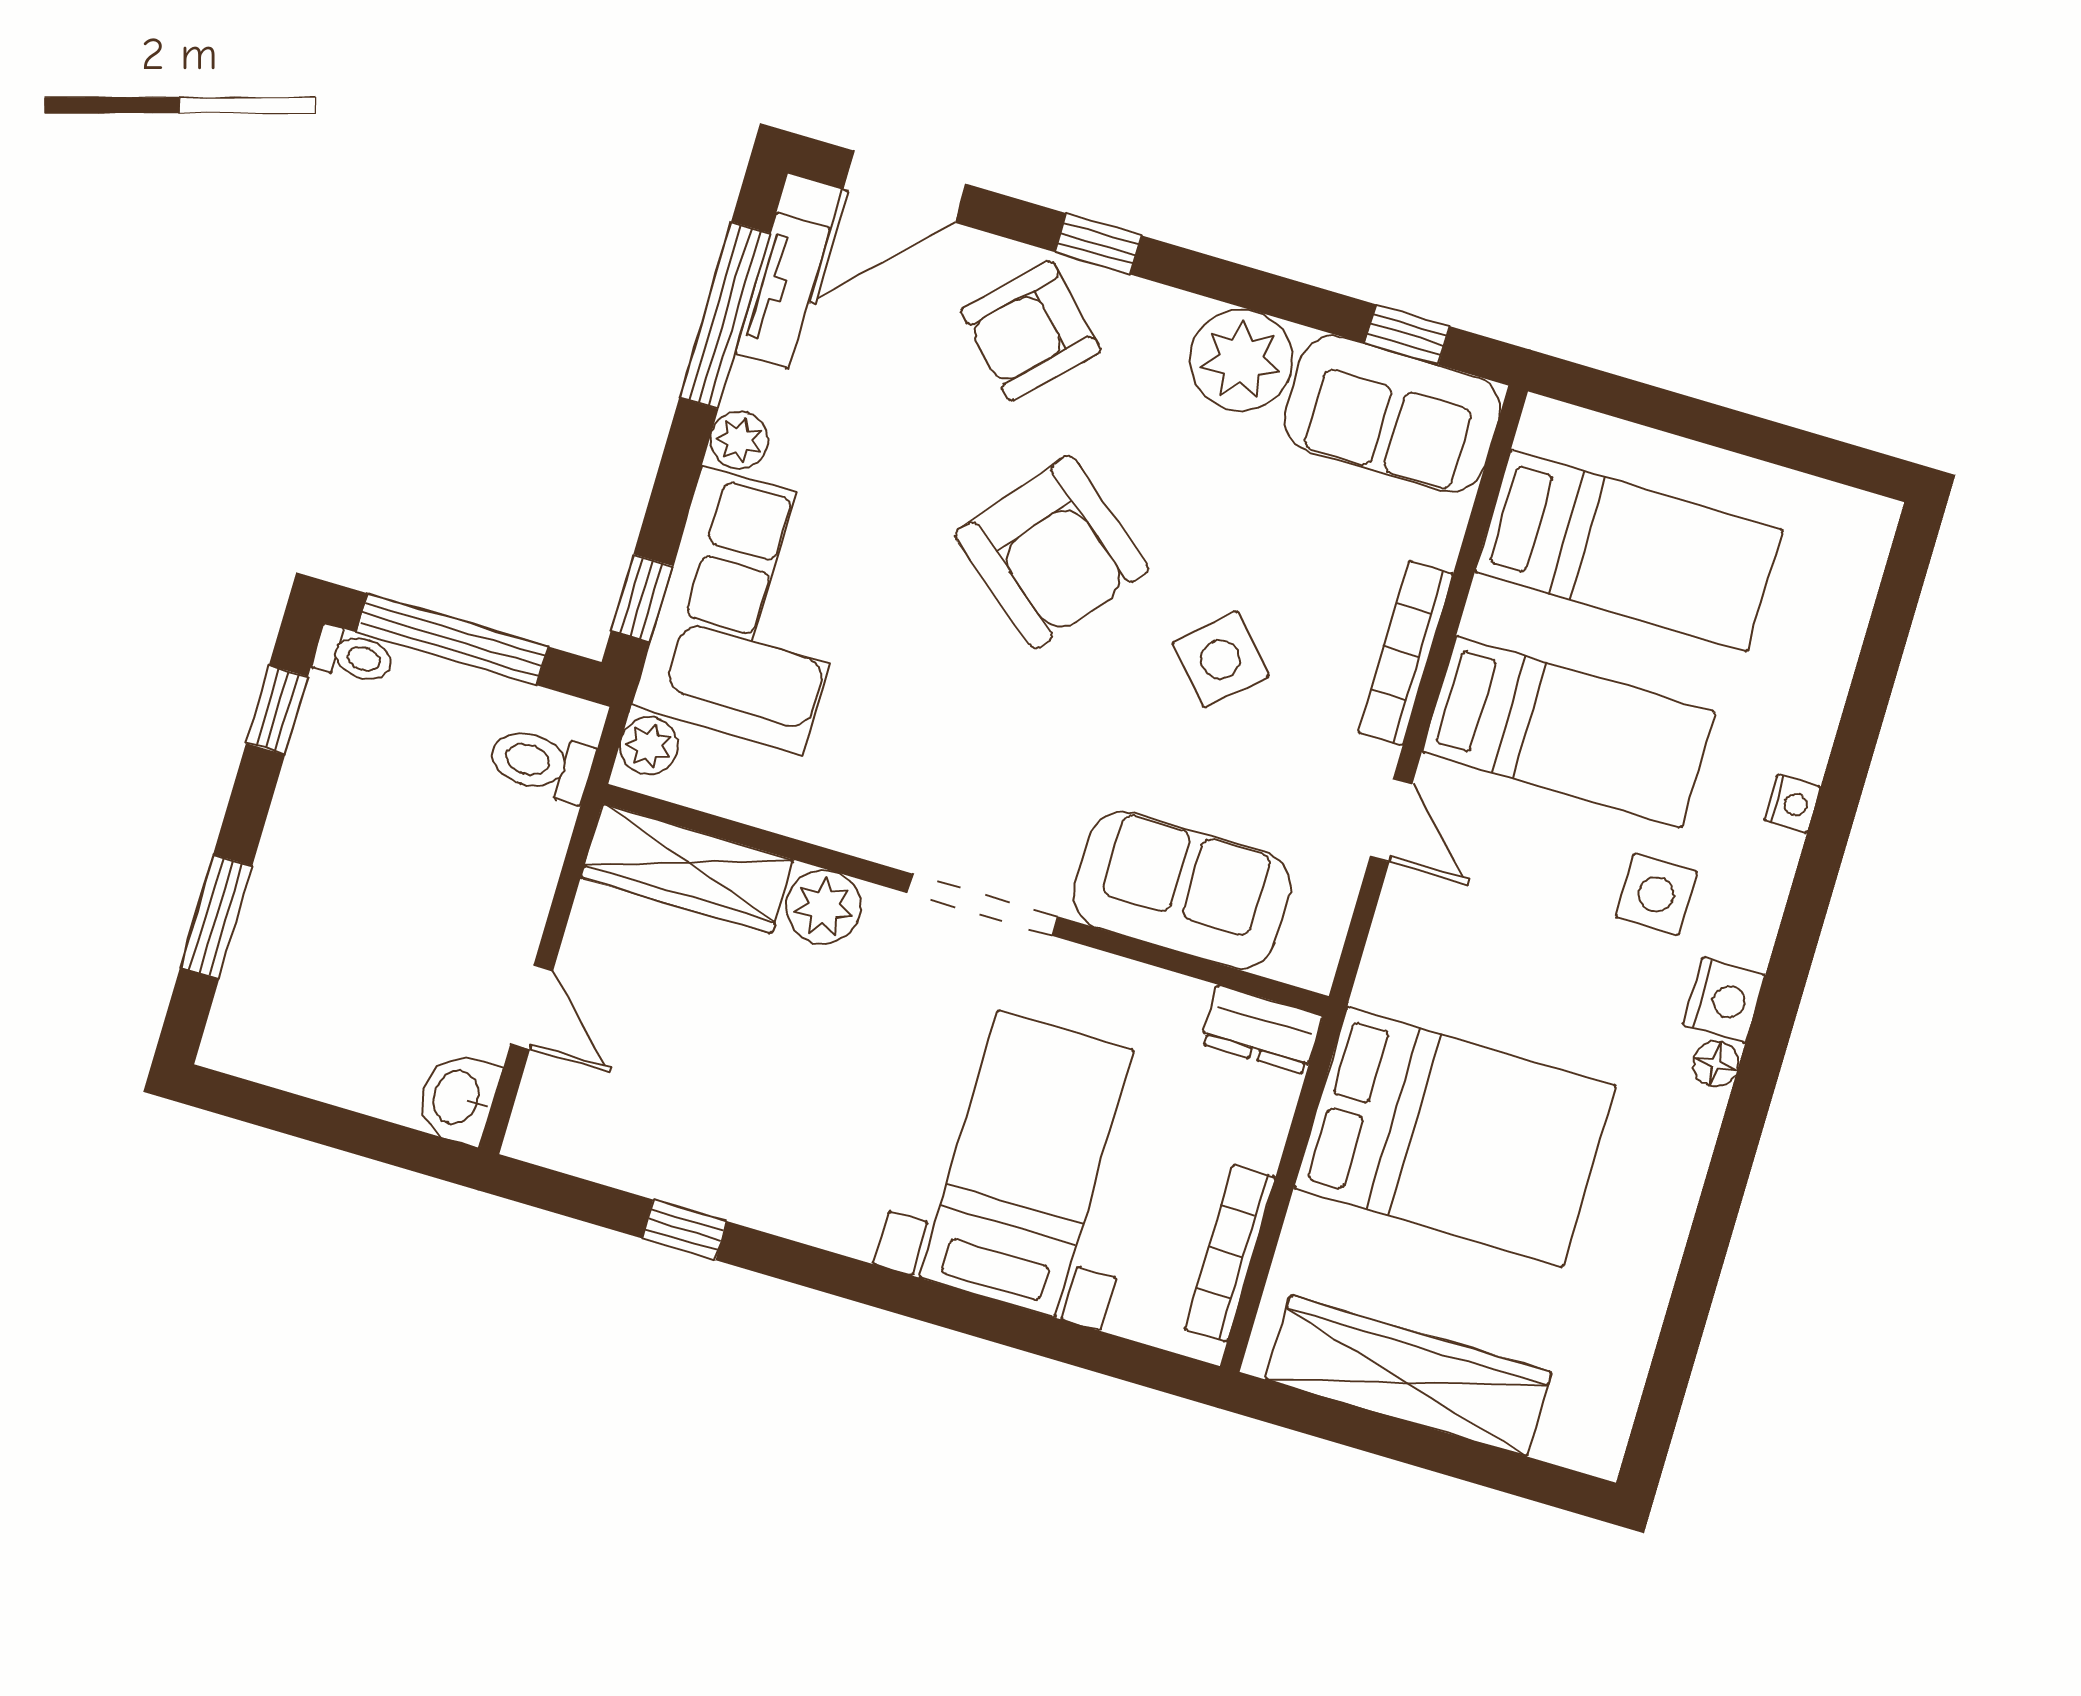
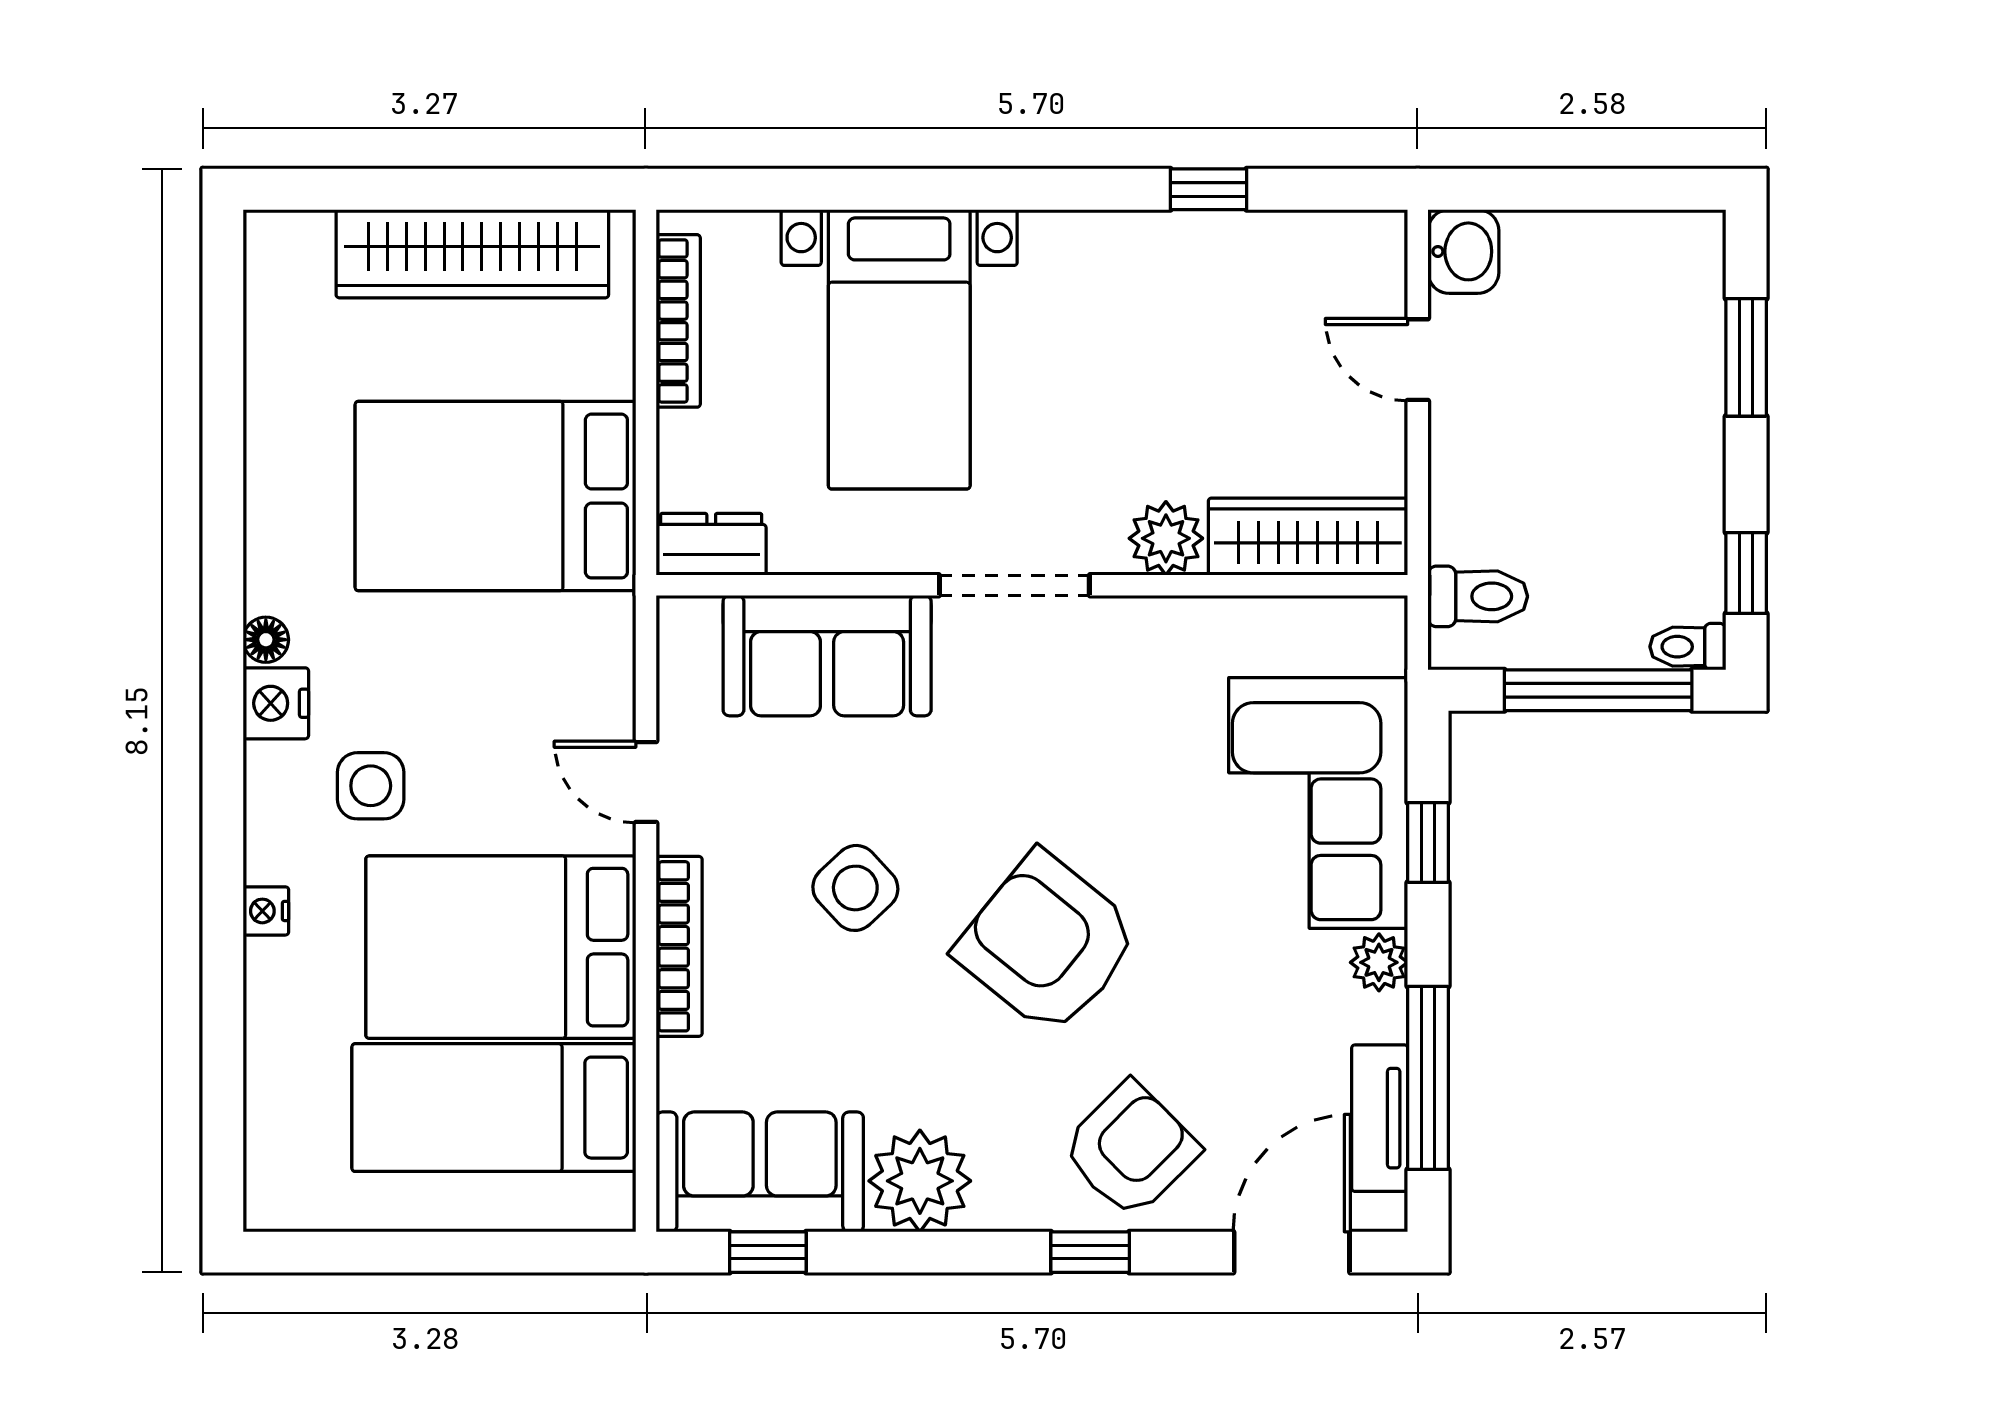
window: (642, 598) -> (1428, 843), moved
bed: (1569, 732) -> (501, 947), width x1.50
plant: (649, 746) -> (1379, 643), removed

